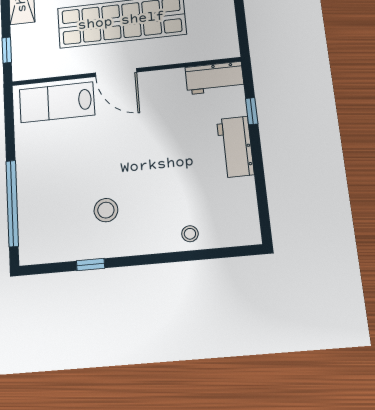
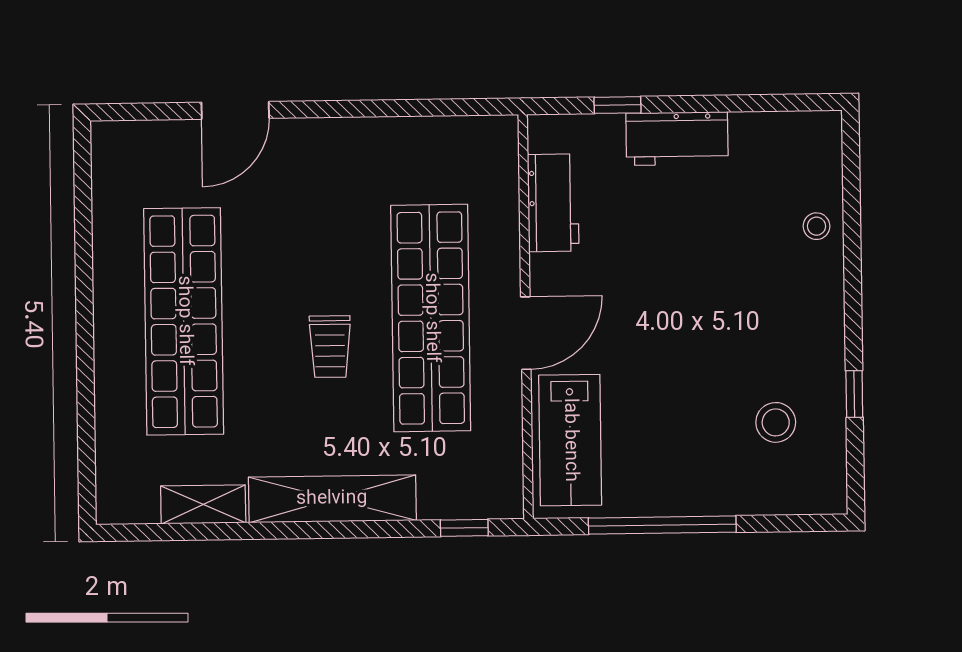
workbench: (214, 78) -> (553, 203), moved
window: (12, 203) -> (662, 525), moved
stool: (106, 210) -> (776, 422), moved

